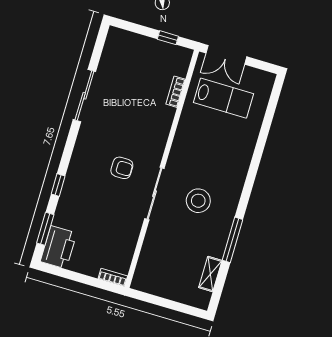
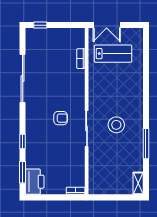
window: (168, 38) -> (40, 25), moved
sliding door: (84, 96) -> (23, 78), width x1.36
shelving: (210, 274) -> (138, 183), moved

